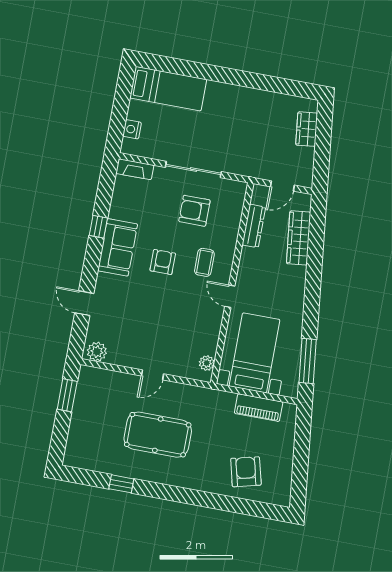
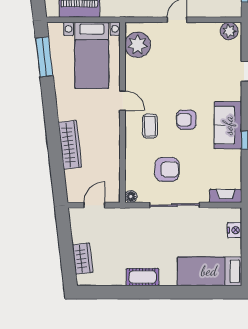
cot: (244, 96) -> (143, 277), added
floor lamp: (240, 188) -> (131, 196), added
dresser: (254, 226) -> (113, 166), removed
wardrobe: (299, 238) -> (70, 145), moved
armchair: (163, 262) -> (186, 120), turned 90
plant: (207, 363) -> (138, 45), width x1.87, depth x1.87

